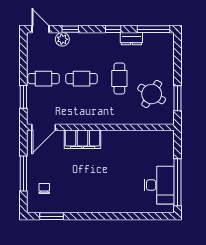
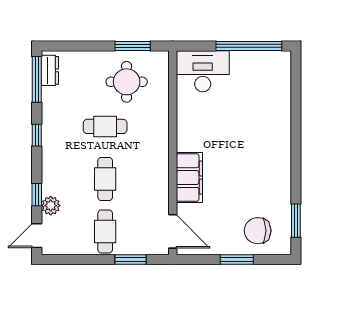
dresser: (131, 39) -> (50, 70), moved
round table: (152, 94) -> (127, 82), turned -31
window: (23, 173) -> (237, 259), width x0.69
desk: (159, 185) -> (203, 71), moved
chair: (44, 189) -> (258, 231), width x1.87, depth x1.87

